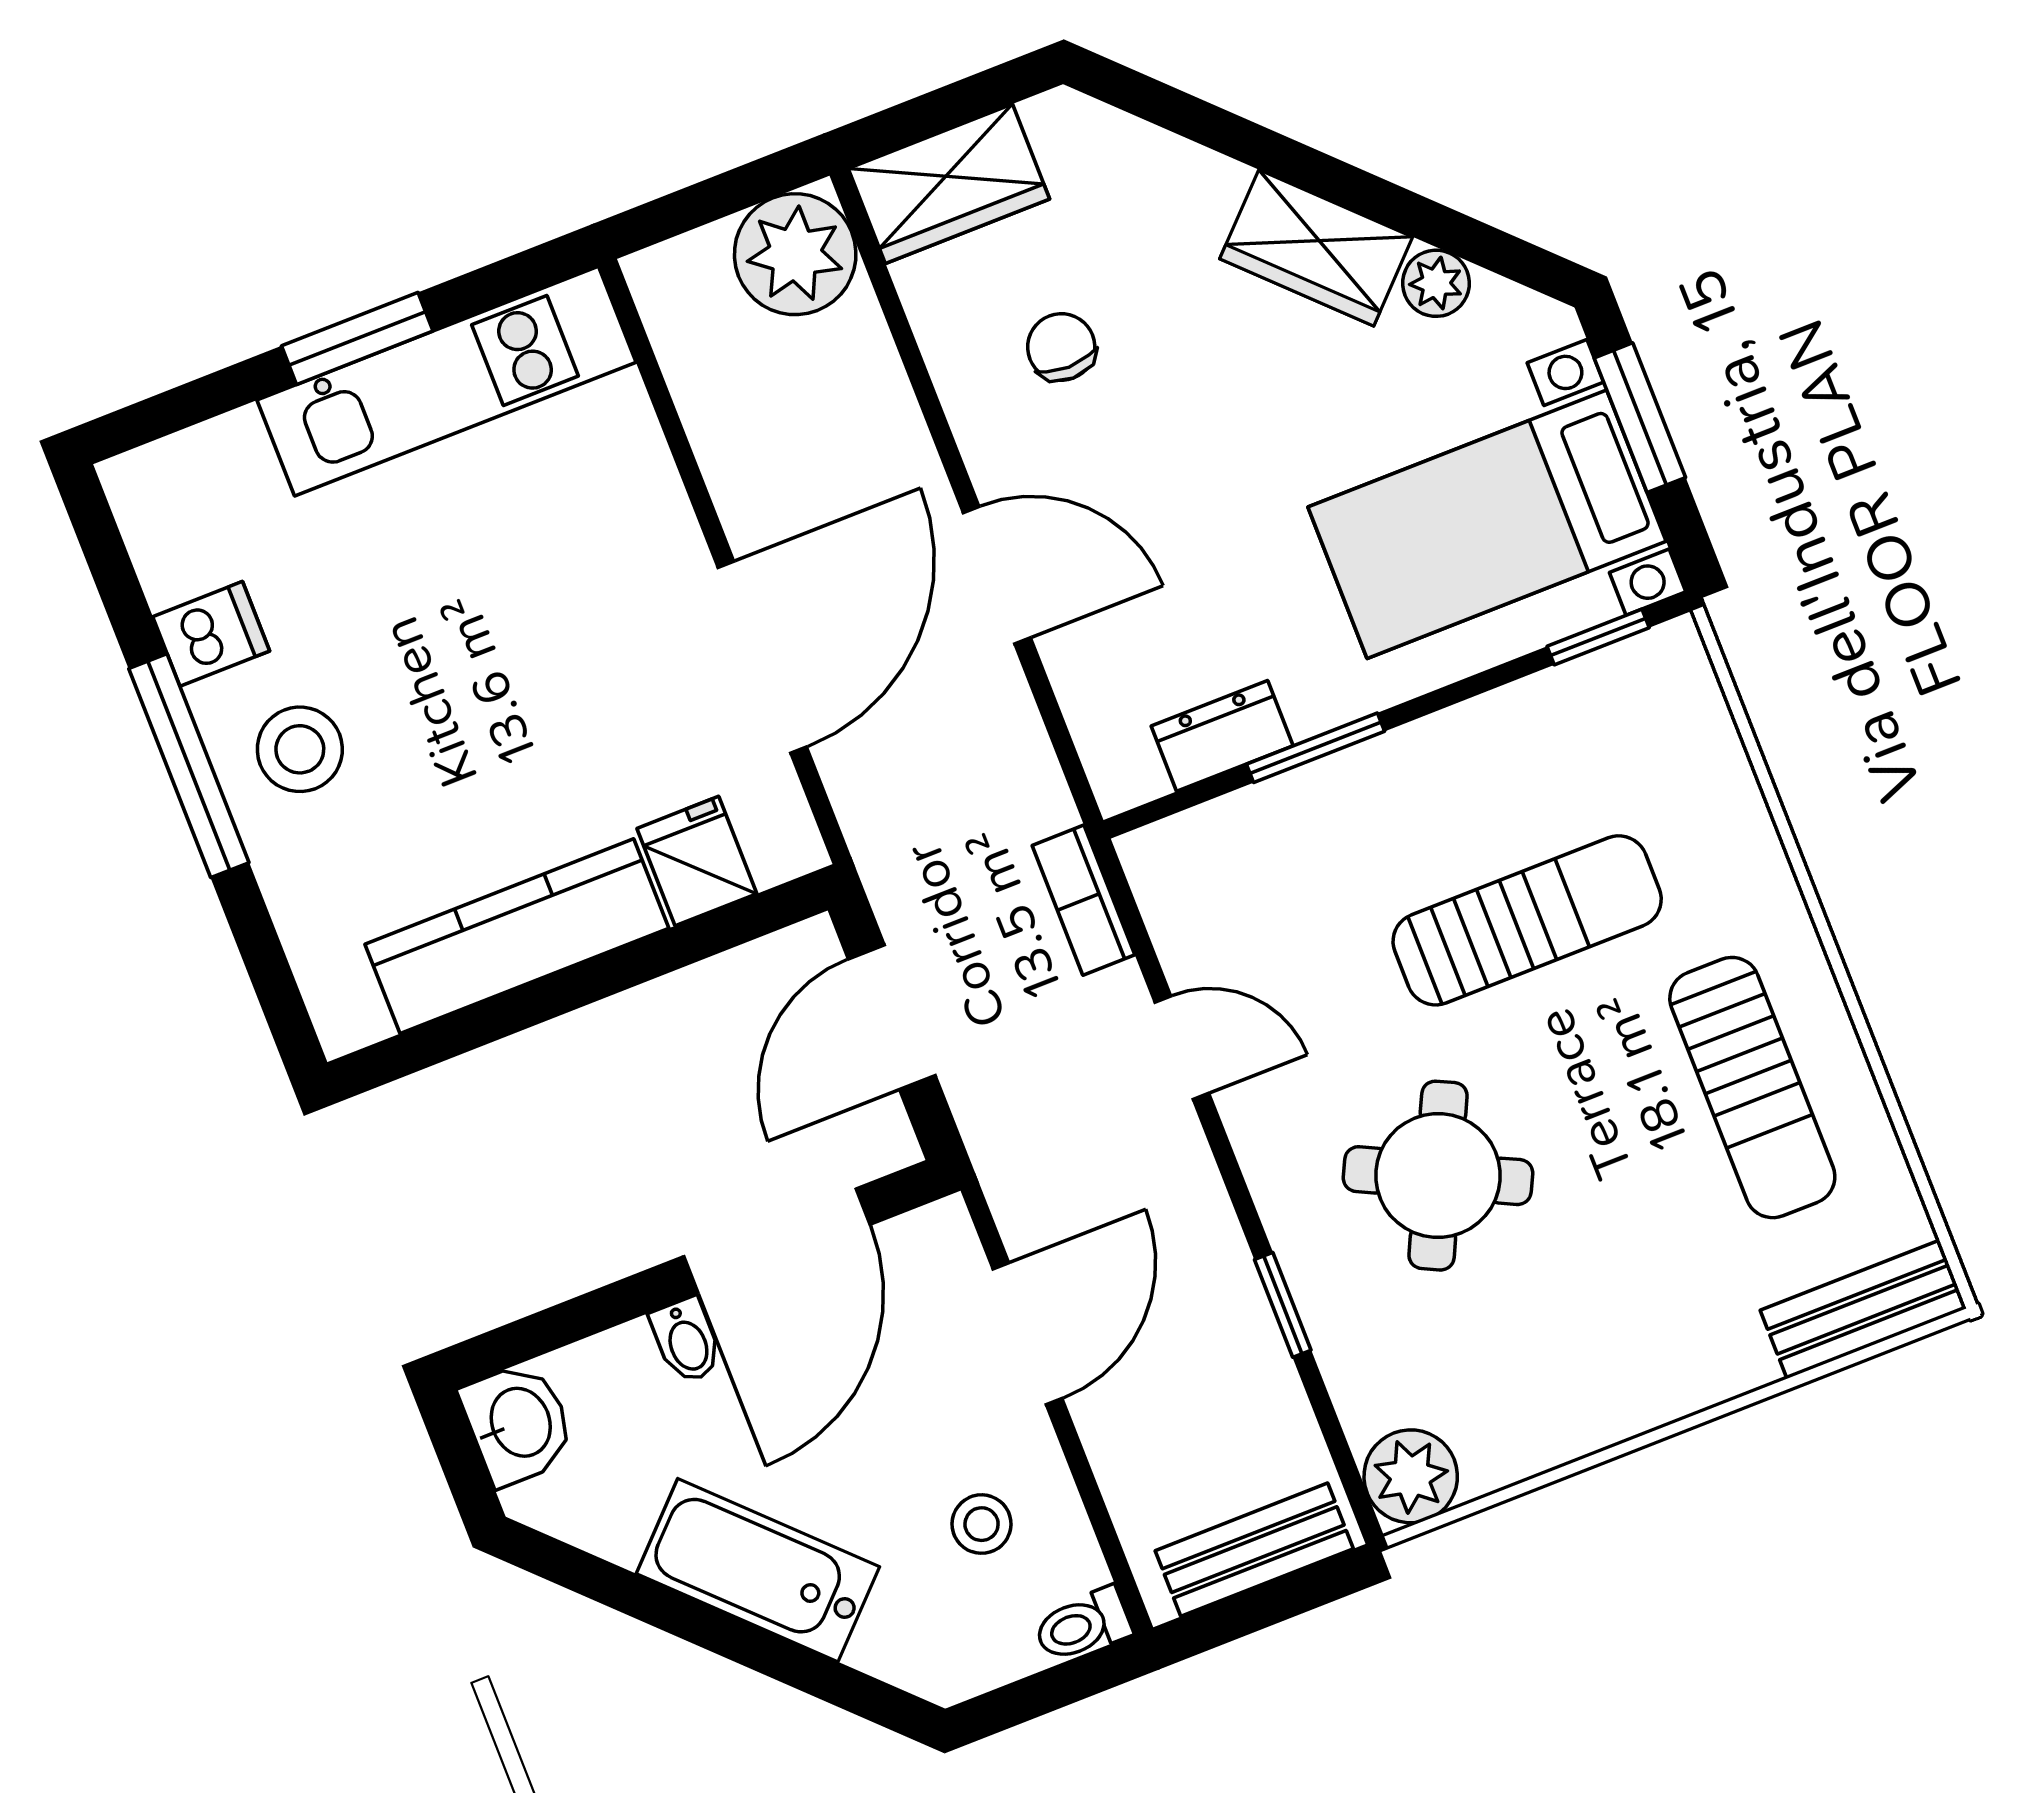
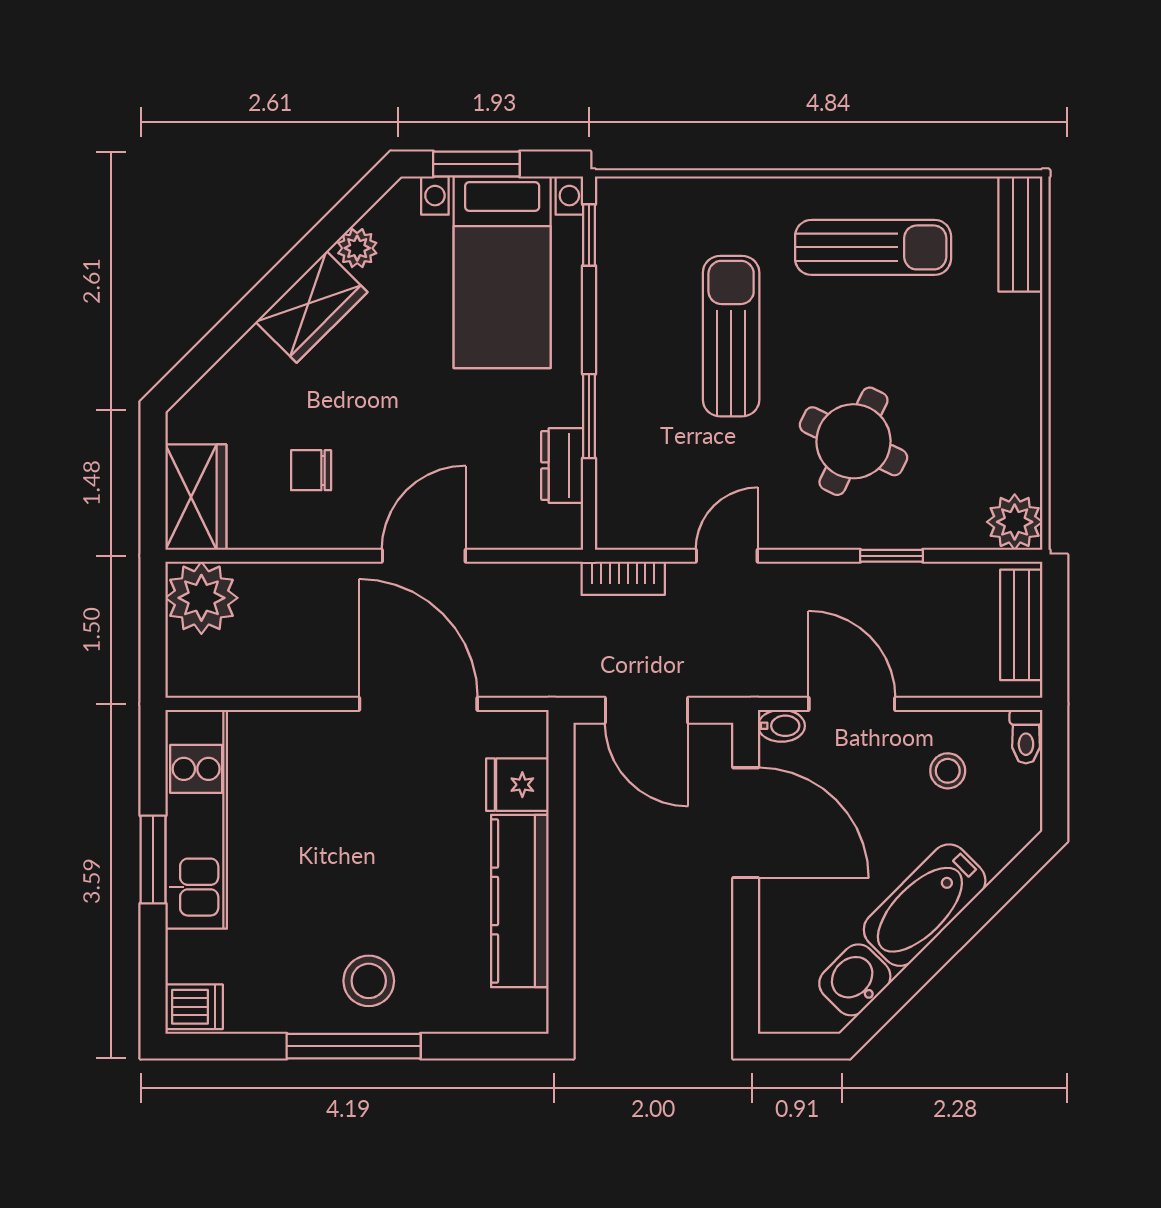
dishwasher: (211, 634) -> (194, 1007), moved, turned 90
bidet: (686, 1340) -> (781, 726), moved
washbasin: (518, 1423) -> (855, 980), moved, turned -45

